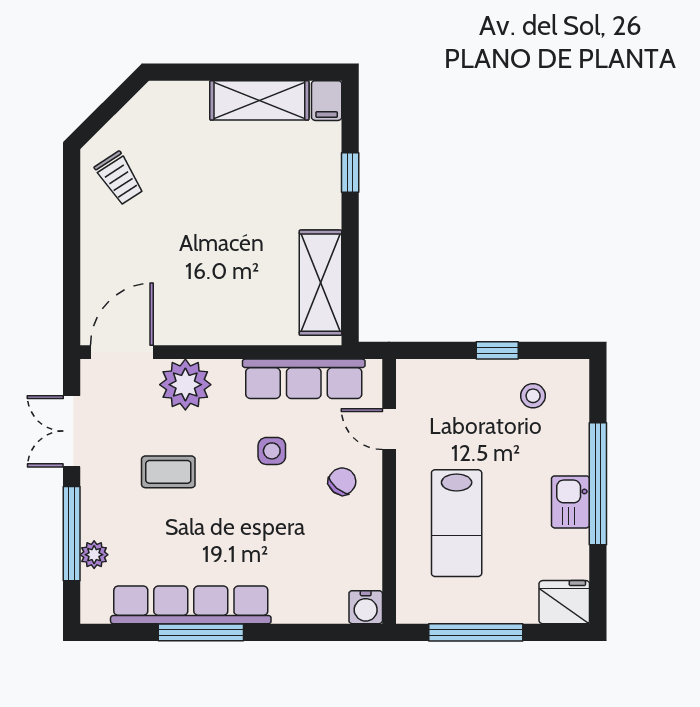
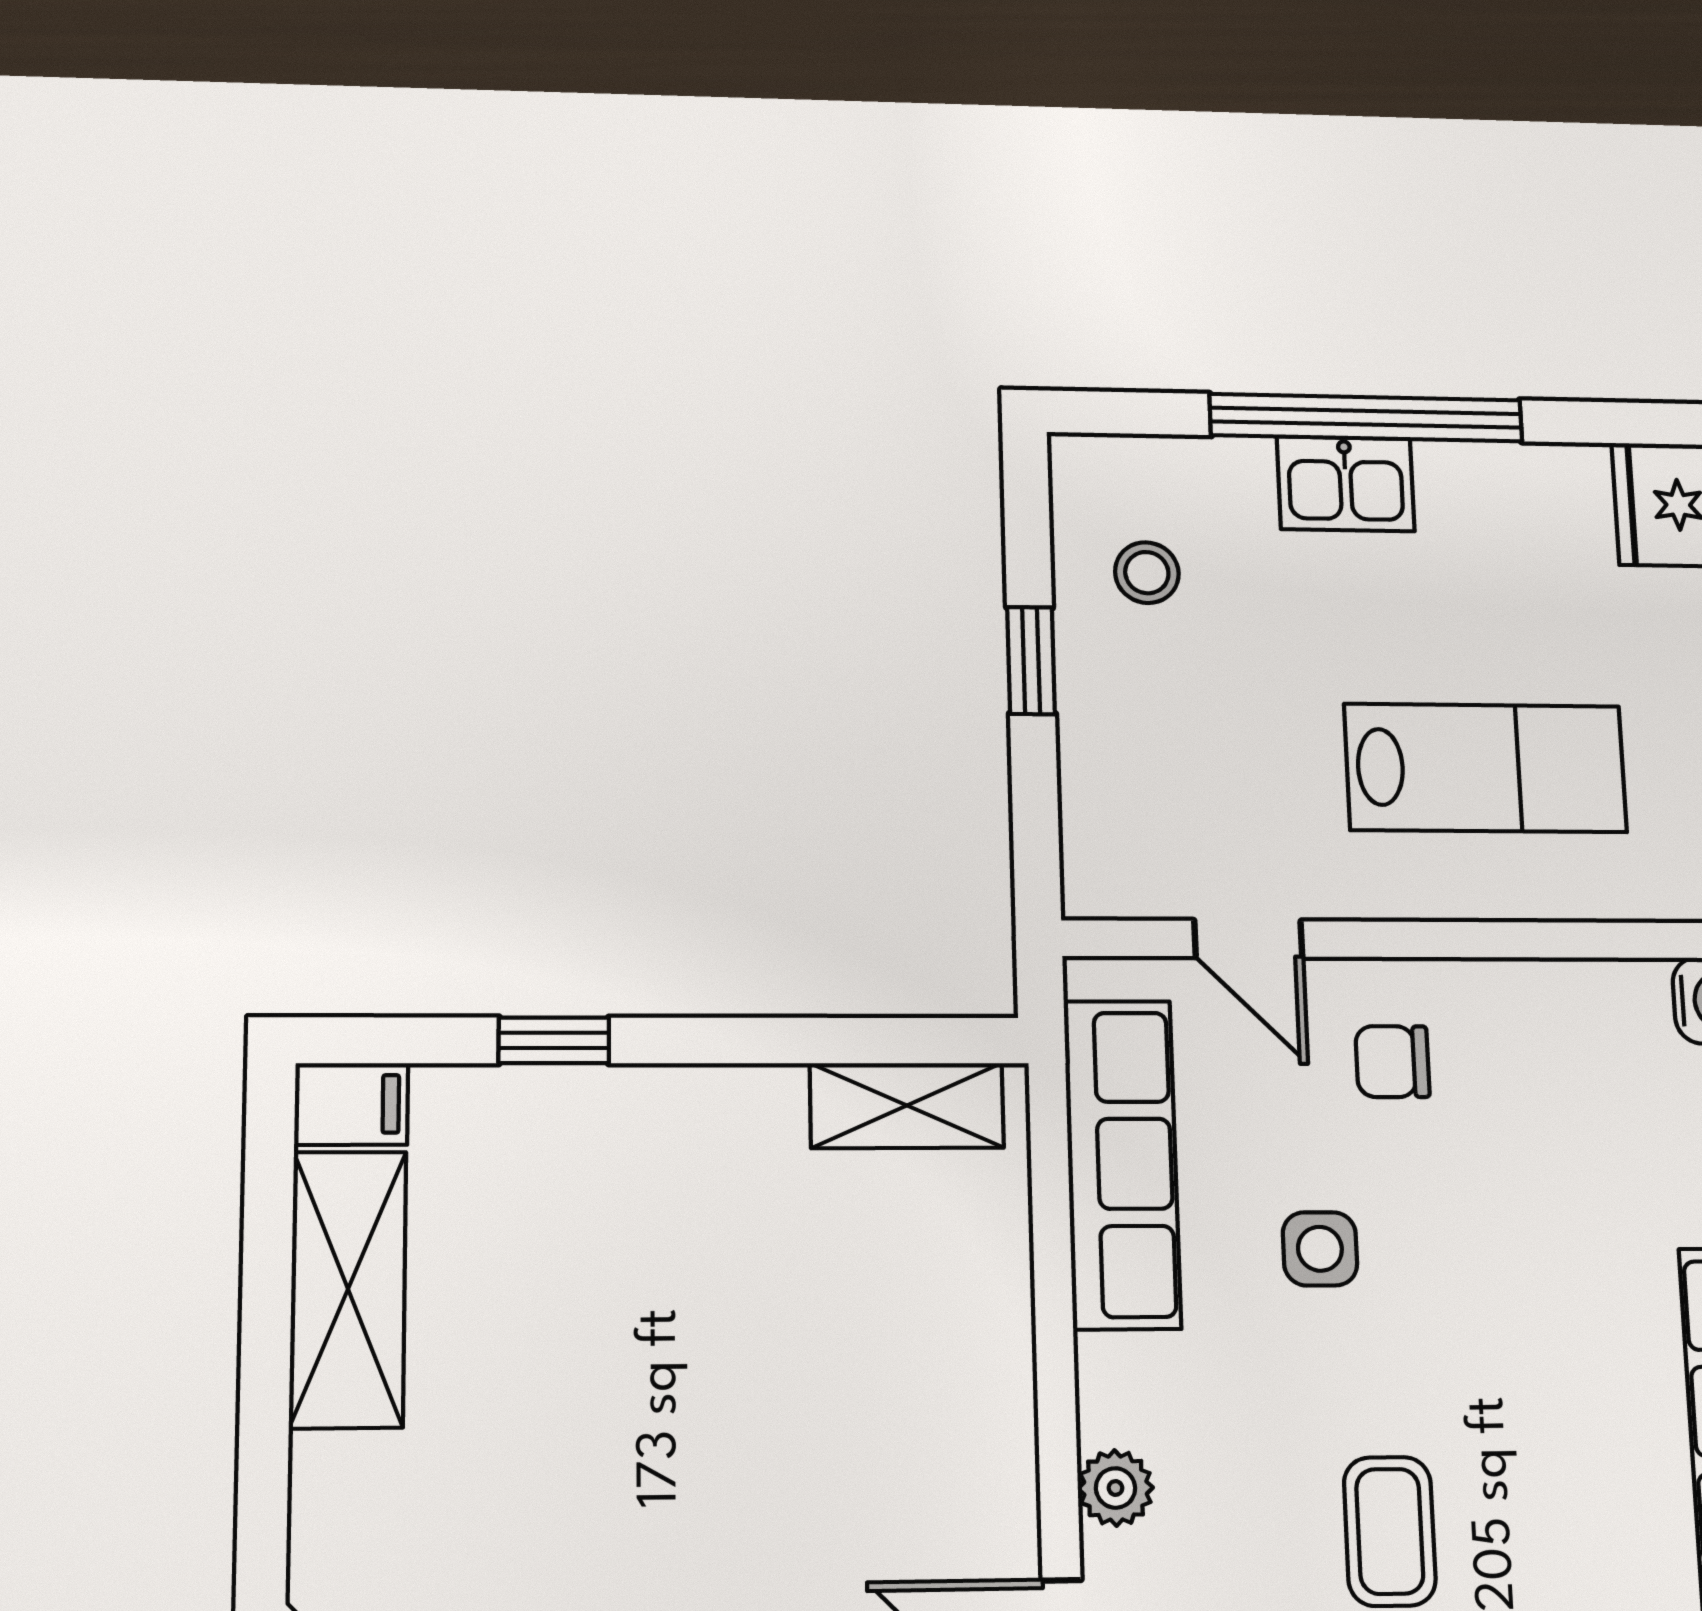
shelving: (320, 283) -> (907, 1105), width x0.67, depth x0.75
plant: (185, 385) -> (1115, 1488), width x0.53, depth x0.53
door: (389, 429) -> (1248, 939), hinge flipped
chair: (342, 481) -> (1392, 1062), turned -40
kitchen sink: (570, 502) -> (1346, 484), moved

